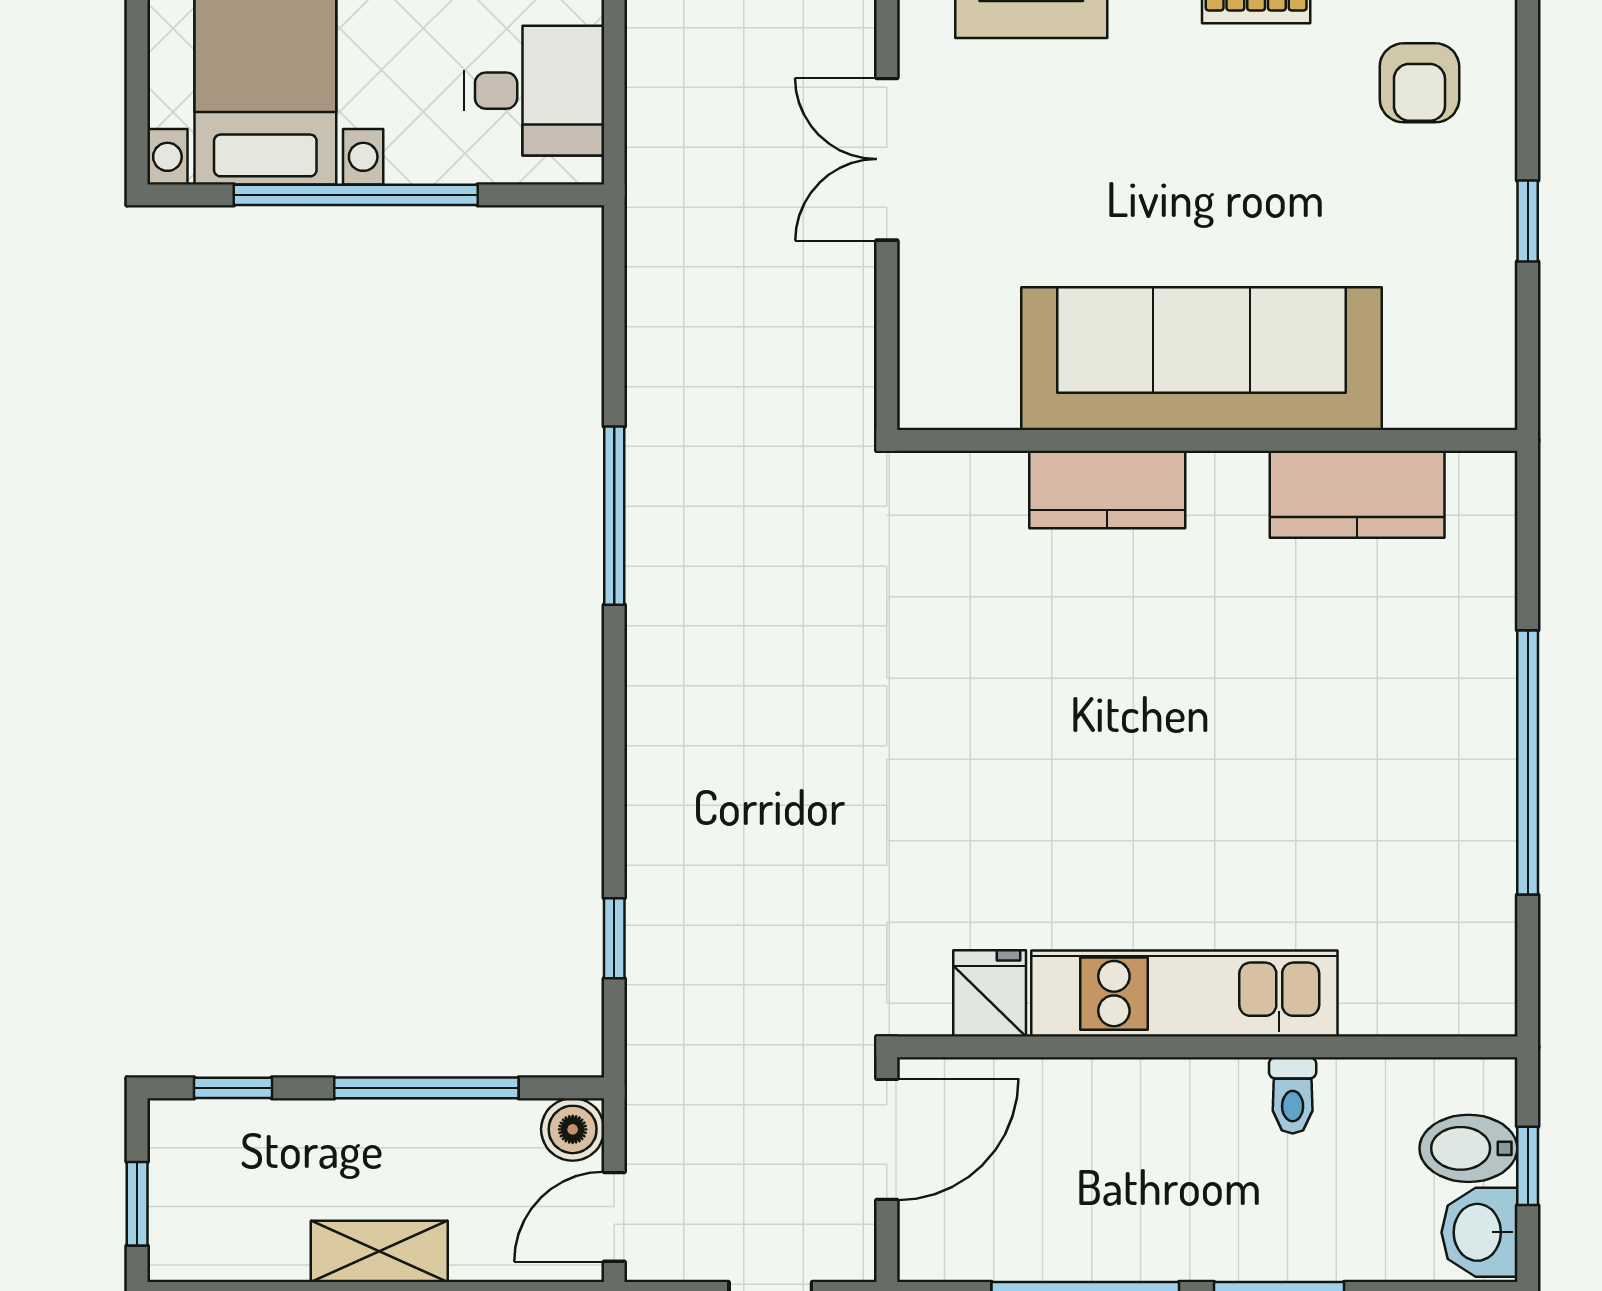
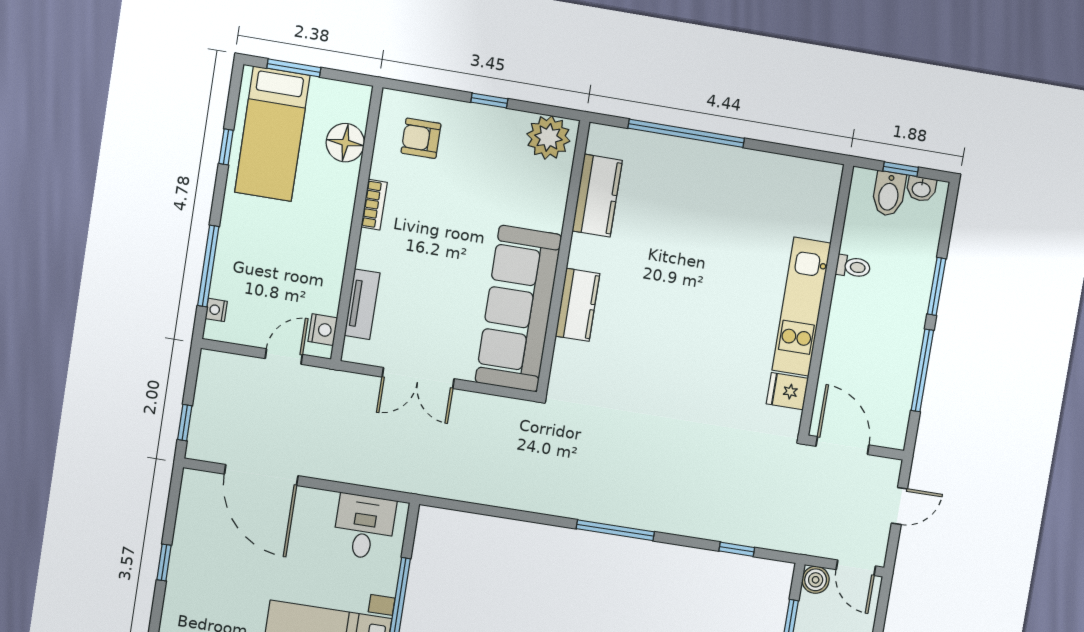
armchair: (1419, 83) -> (421, 138), turned 180
sofa: (1202, 359) -> (518, 309), moved
plant: (1468, 365) -> (548, 137), added
window: (614, 516) -> (615, 530), moved
window: (1528, 762) -> (686, 133), moved
washbasin: (1480, 1232) -> (921, 189), width x0.72, depth x0.69

